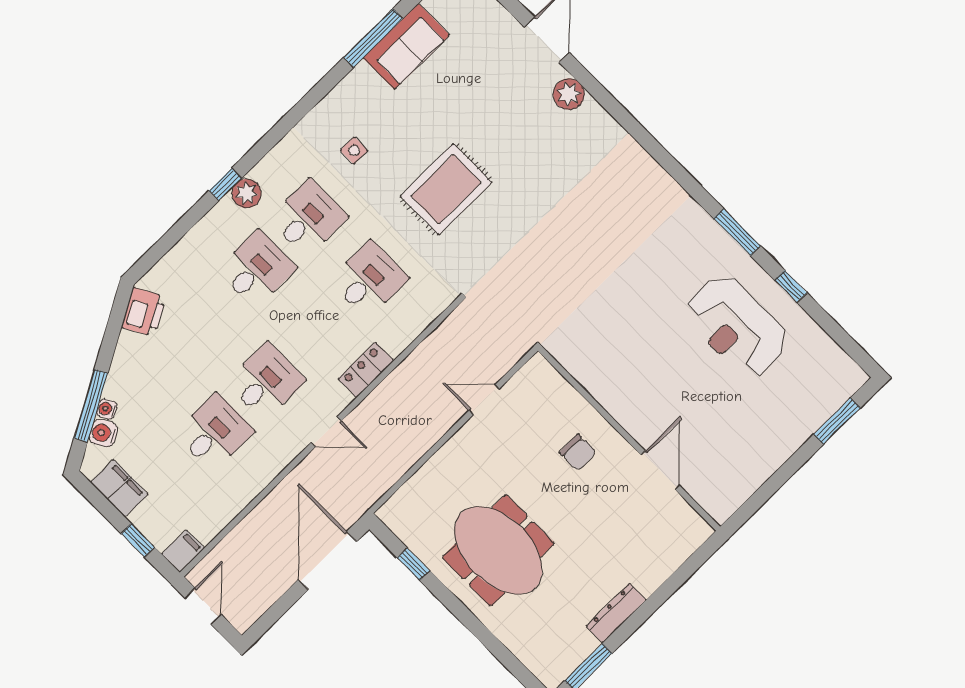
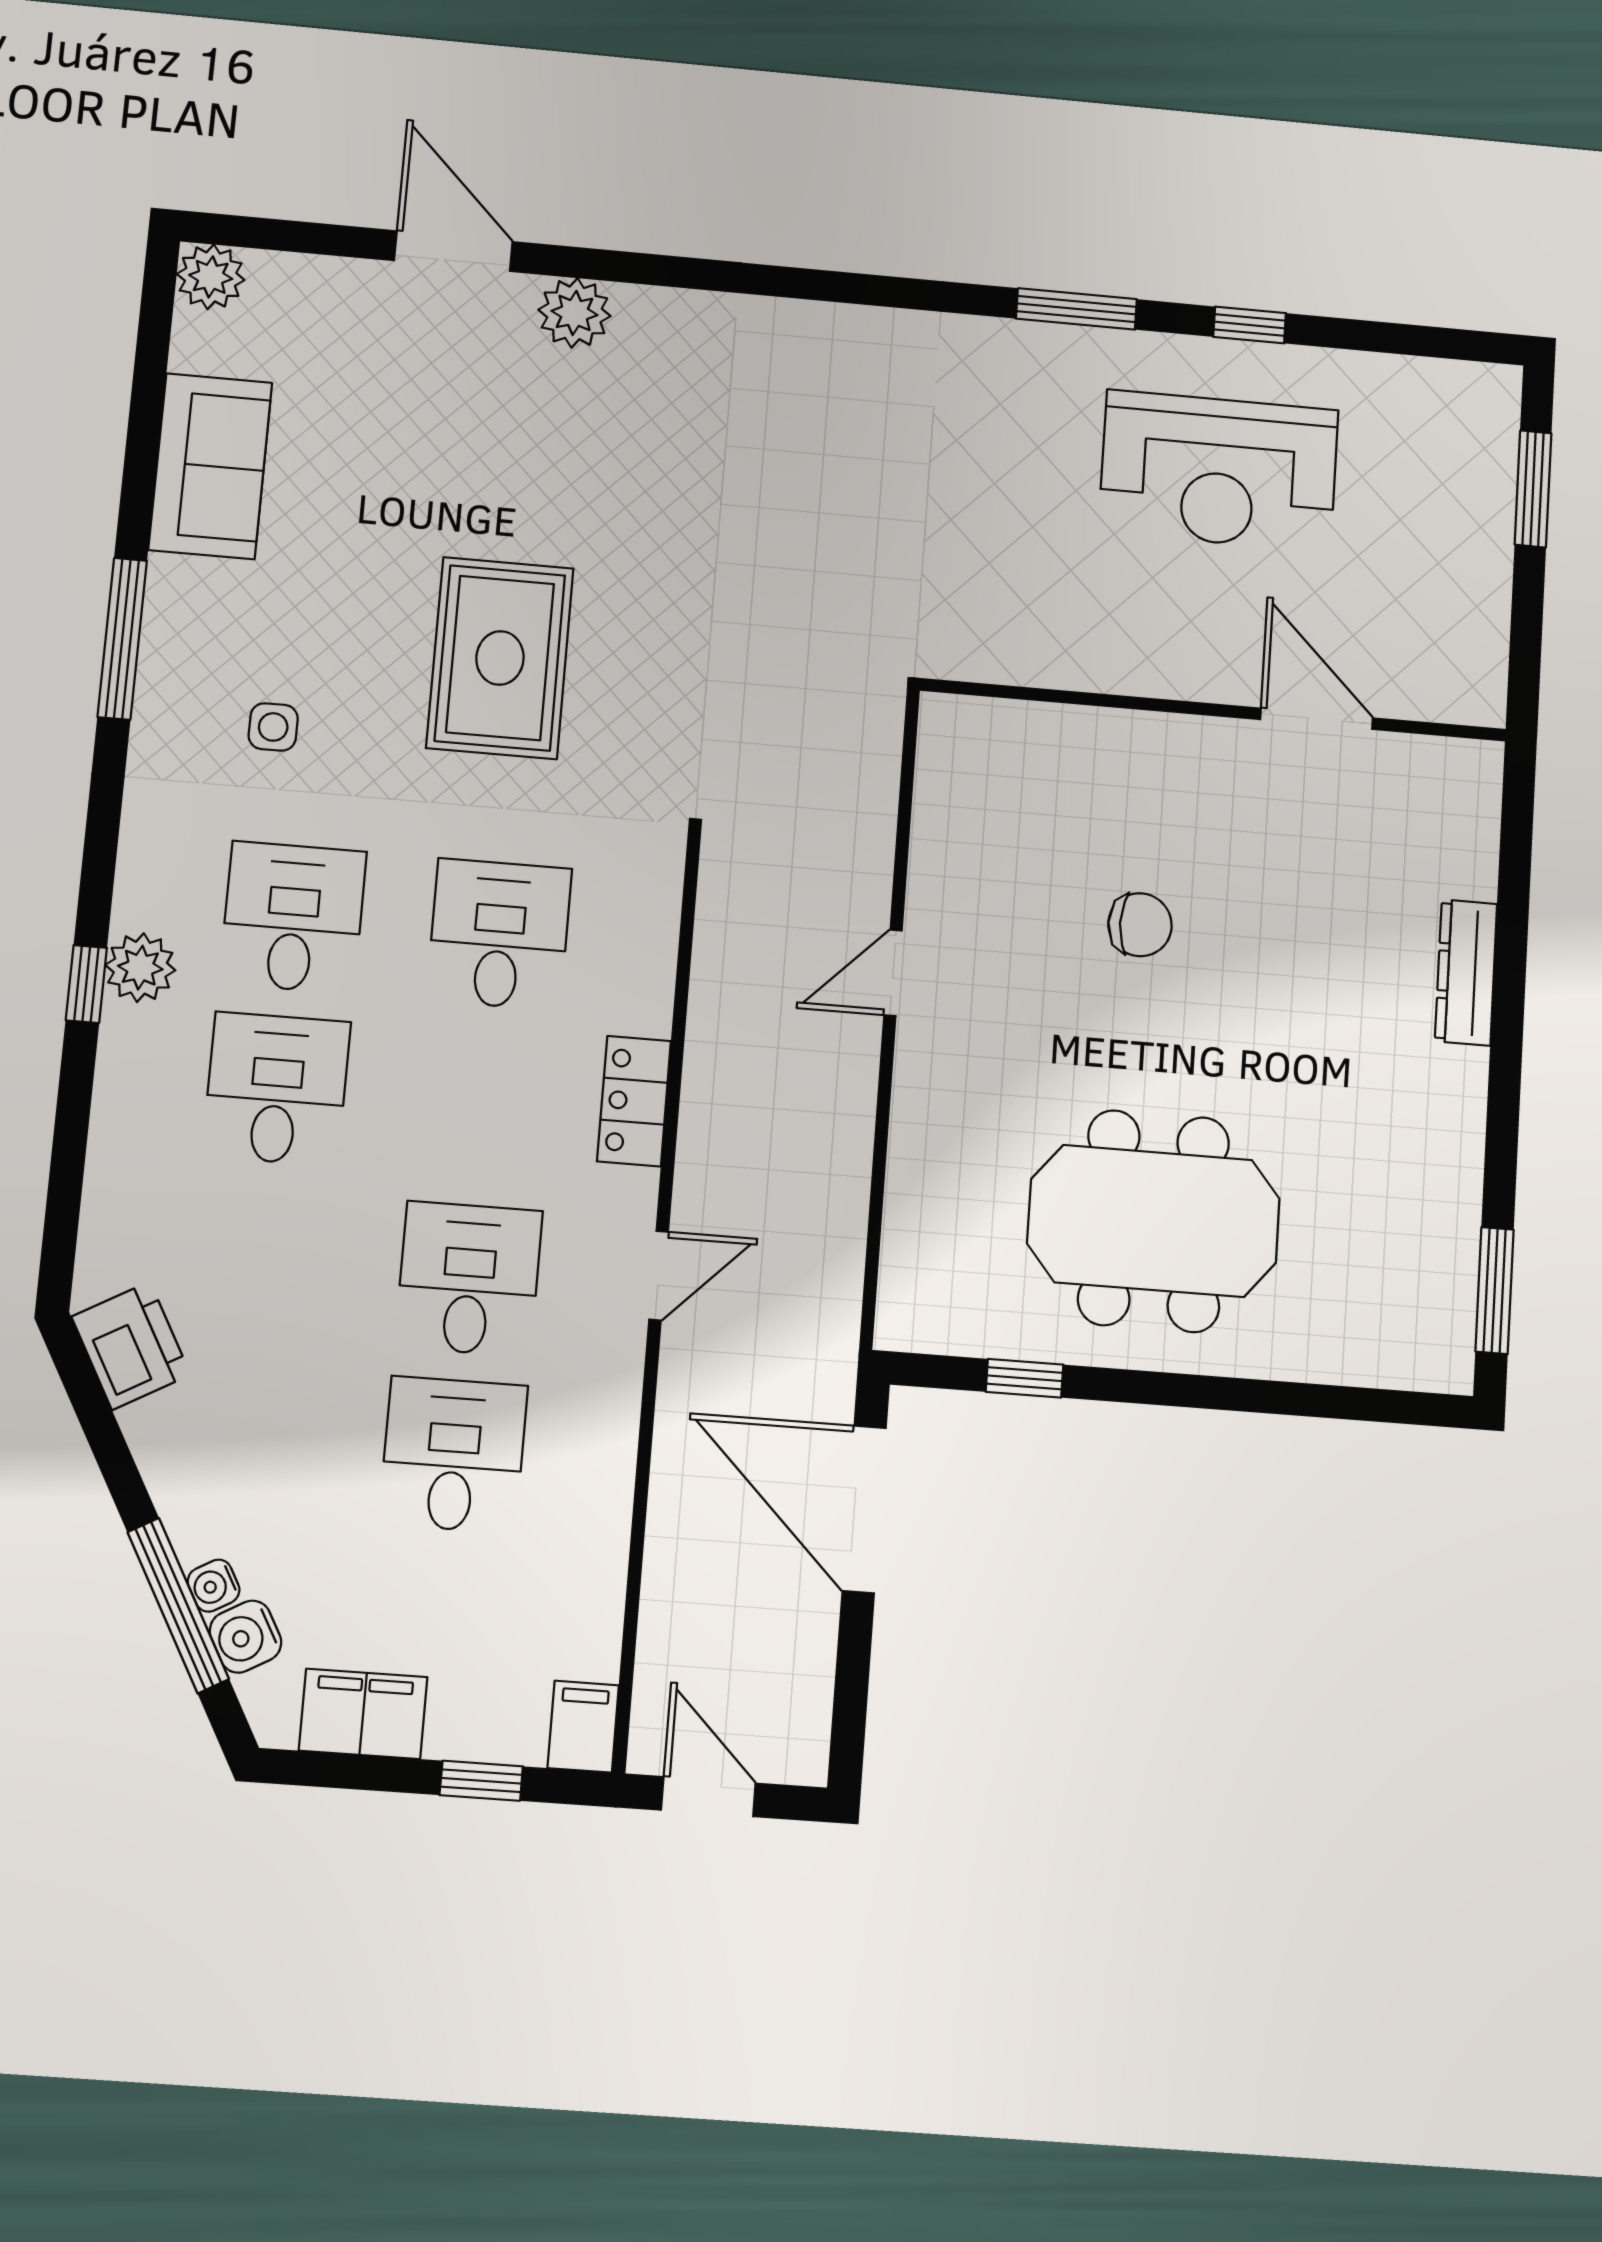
window: (373, 38) -> (122, 639), moved
wall: (629, 439) -> (1214, 710), moved
door: (660, 470) -> (1317, 719), moved
dresser: (616, 613) -> (1466, 972), moved

